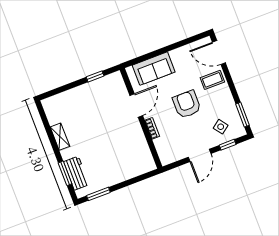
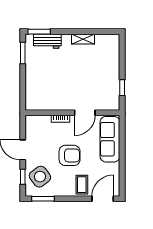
sofa: (154, 69) -> (110, 139), width x1.36
door: (136, 106) -> (85, 113), hinge flipped
side table: (221, 127) -> (40, 177), width x1.87, depth x1.87
window: (65, 173) -> (39, 32), moved

